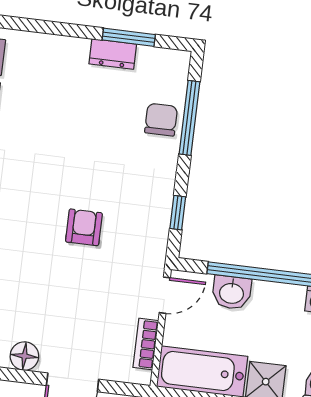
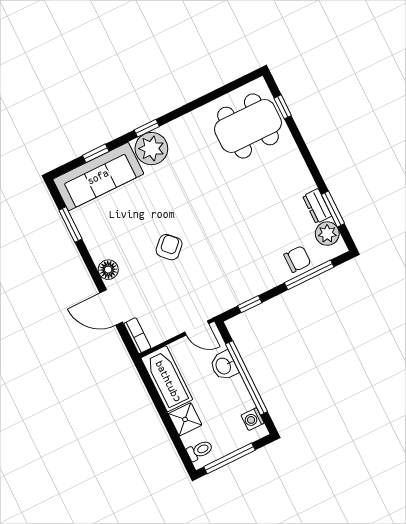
plant: (154, 63) -> (327, 234), added
armchair: (84, 227) -> (169, 247), moved, turned -45
bookcase: (146, 344) -> (137, 336), moved, turned 90

